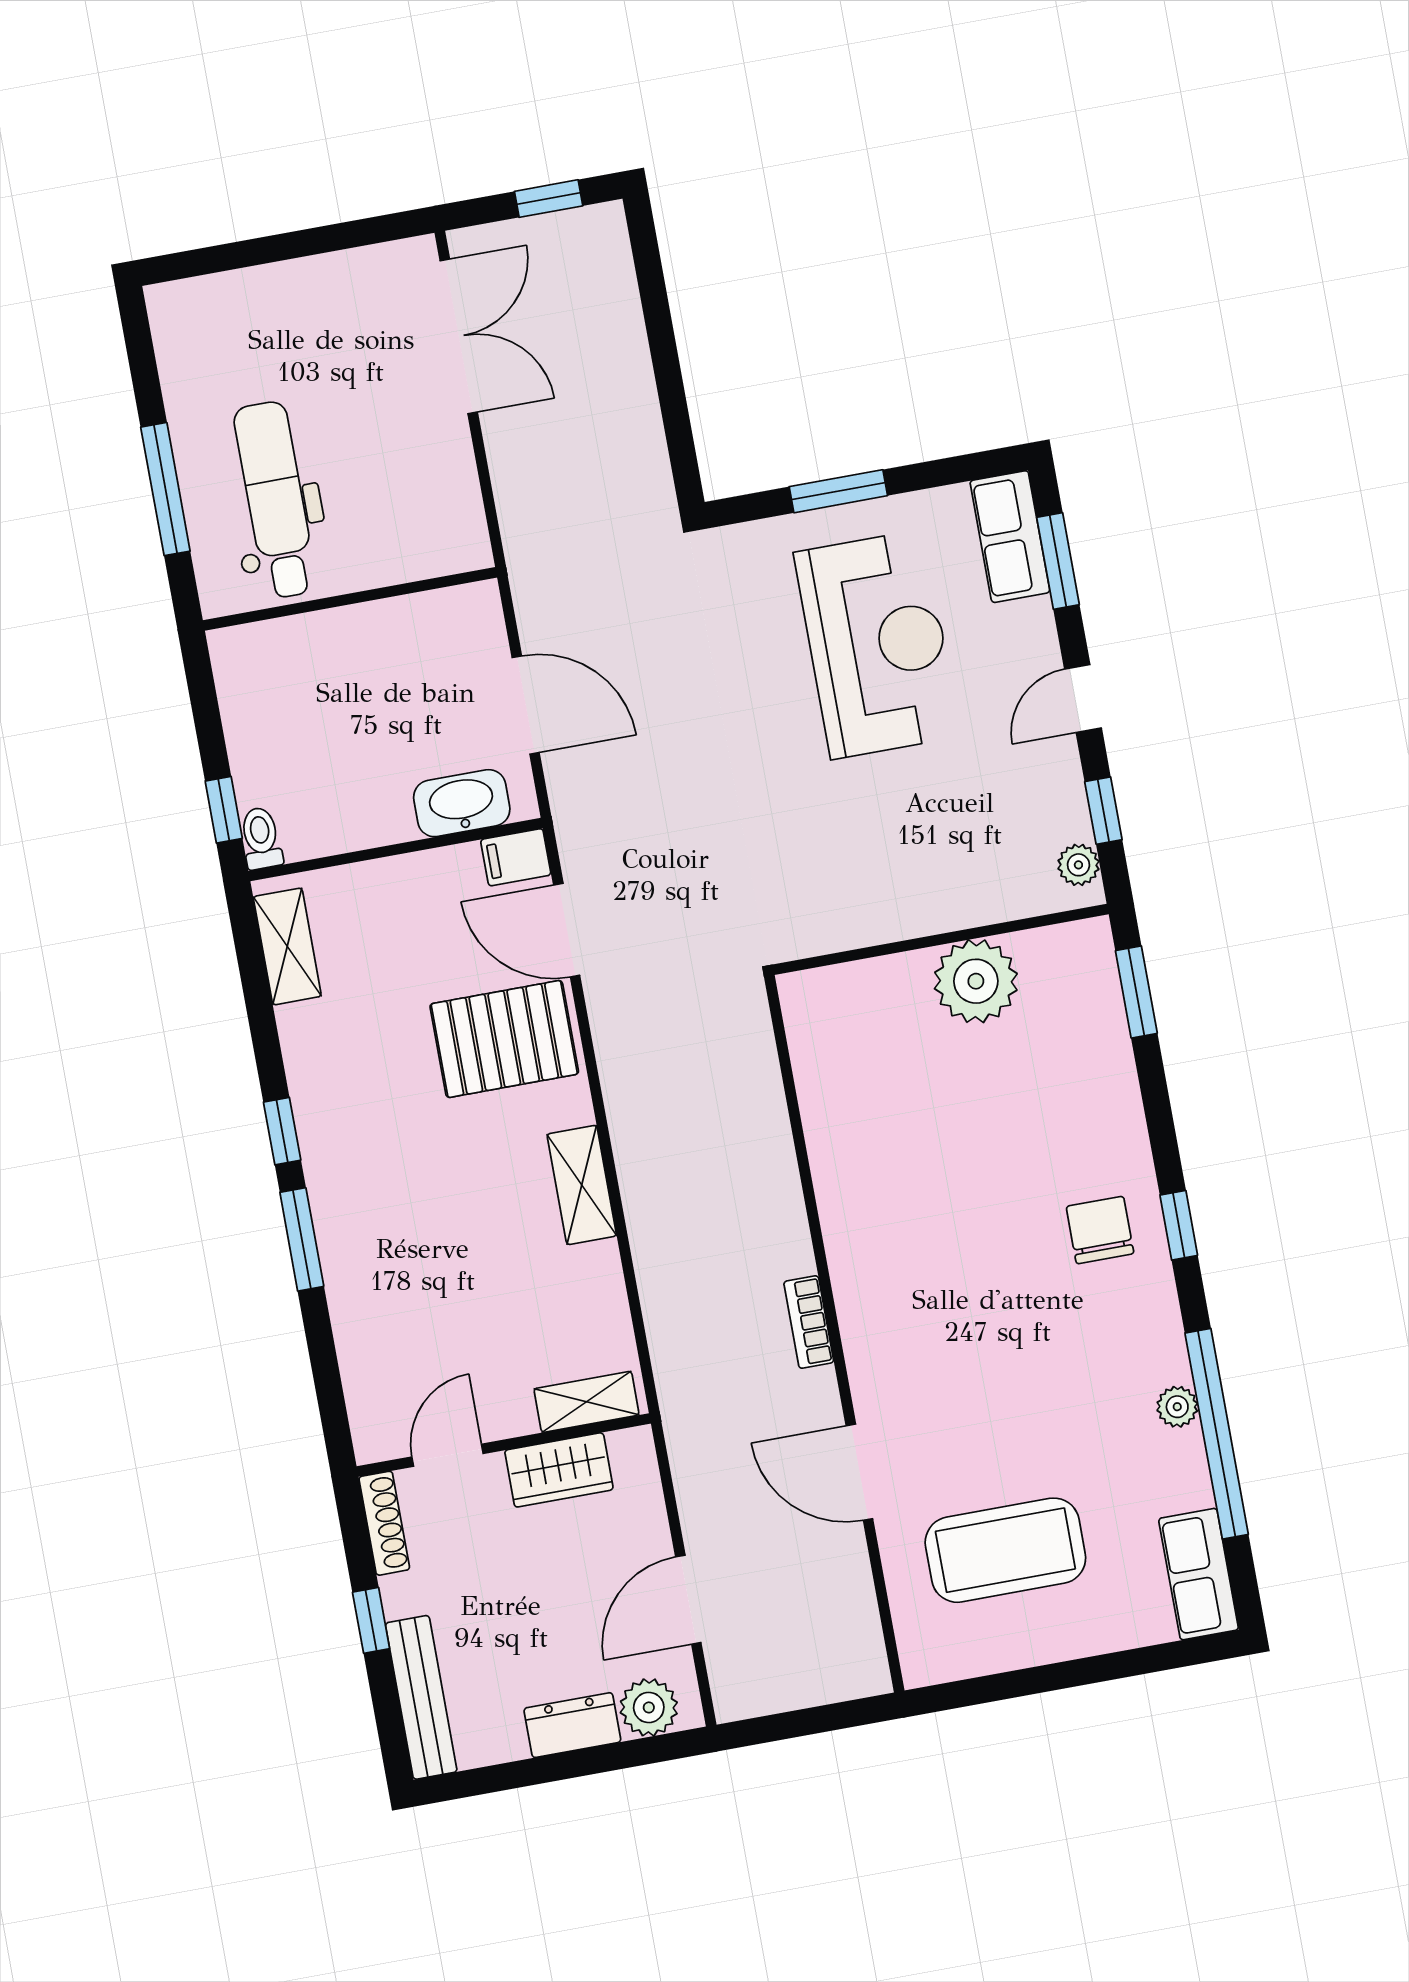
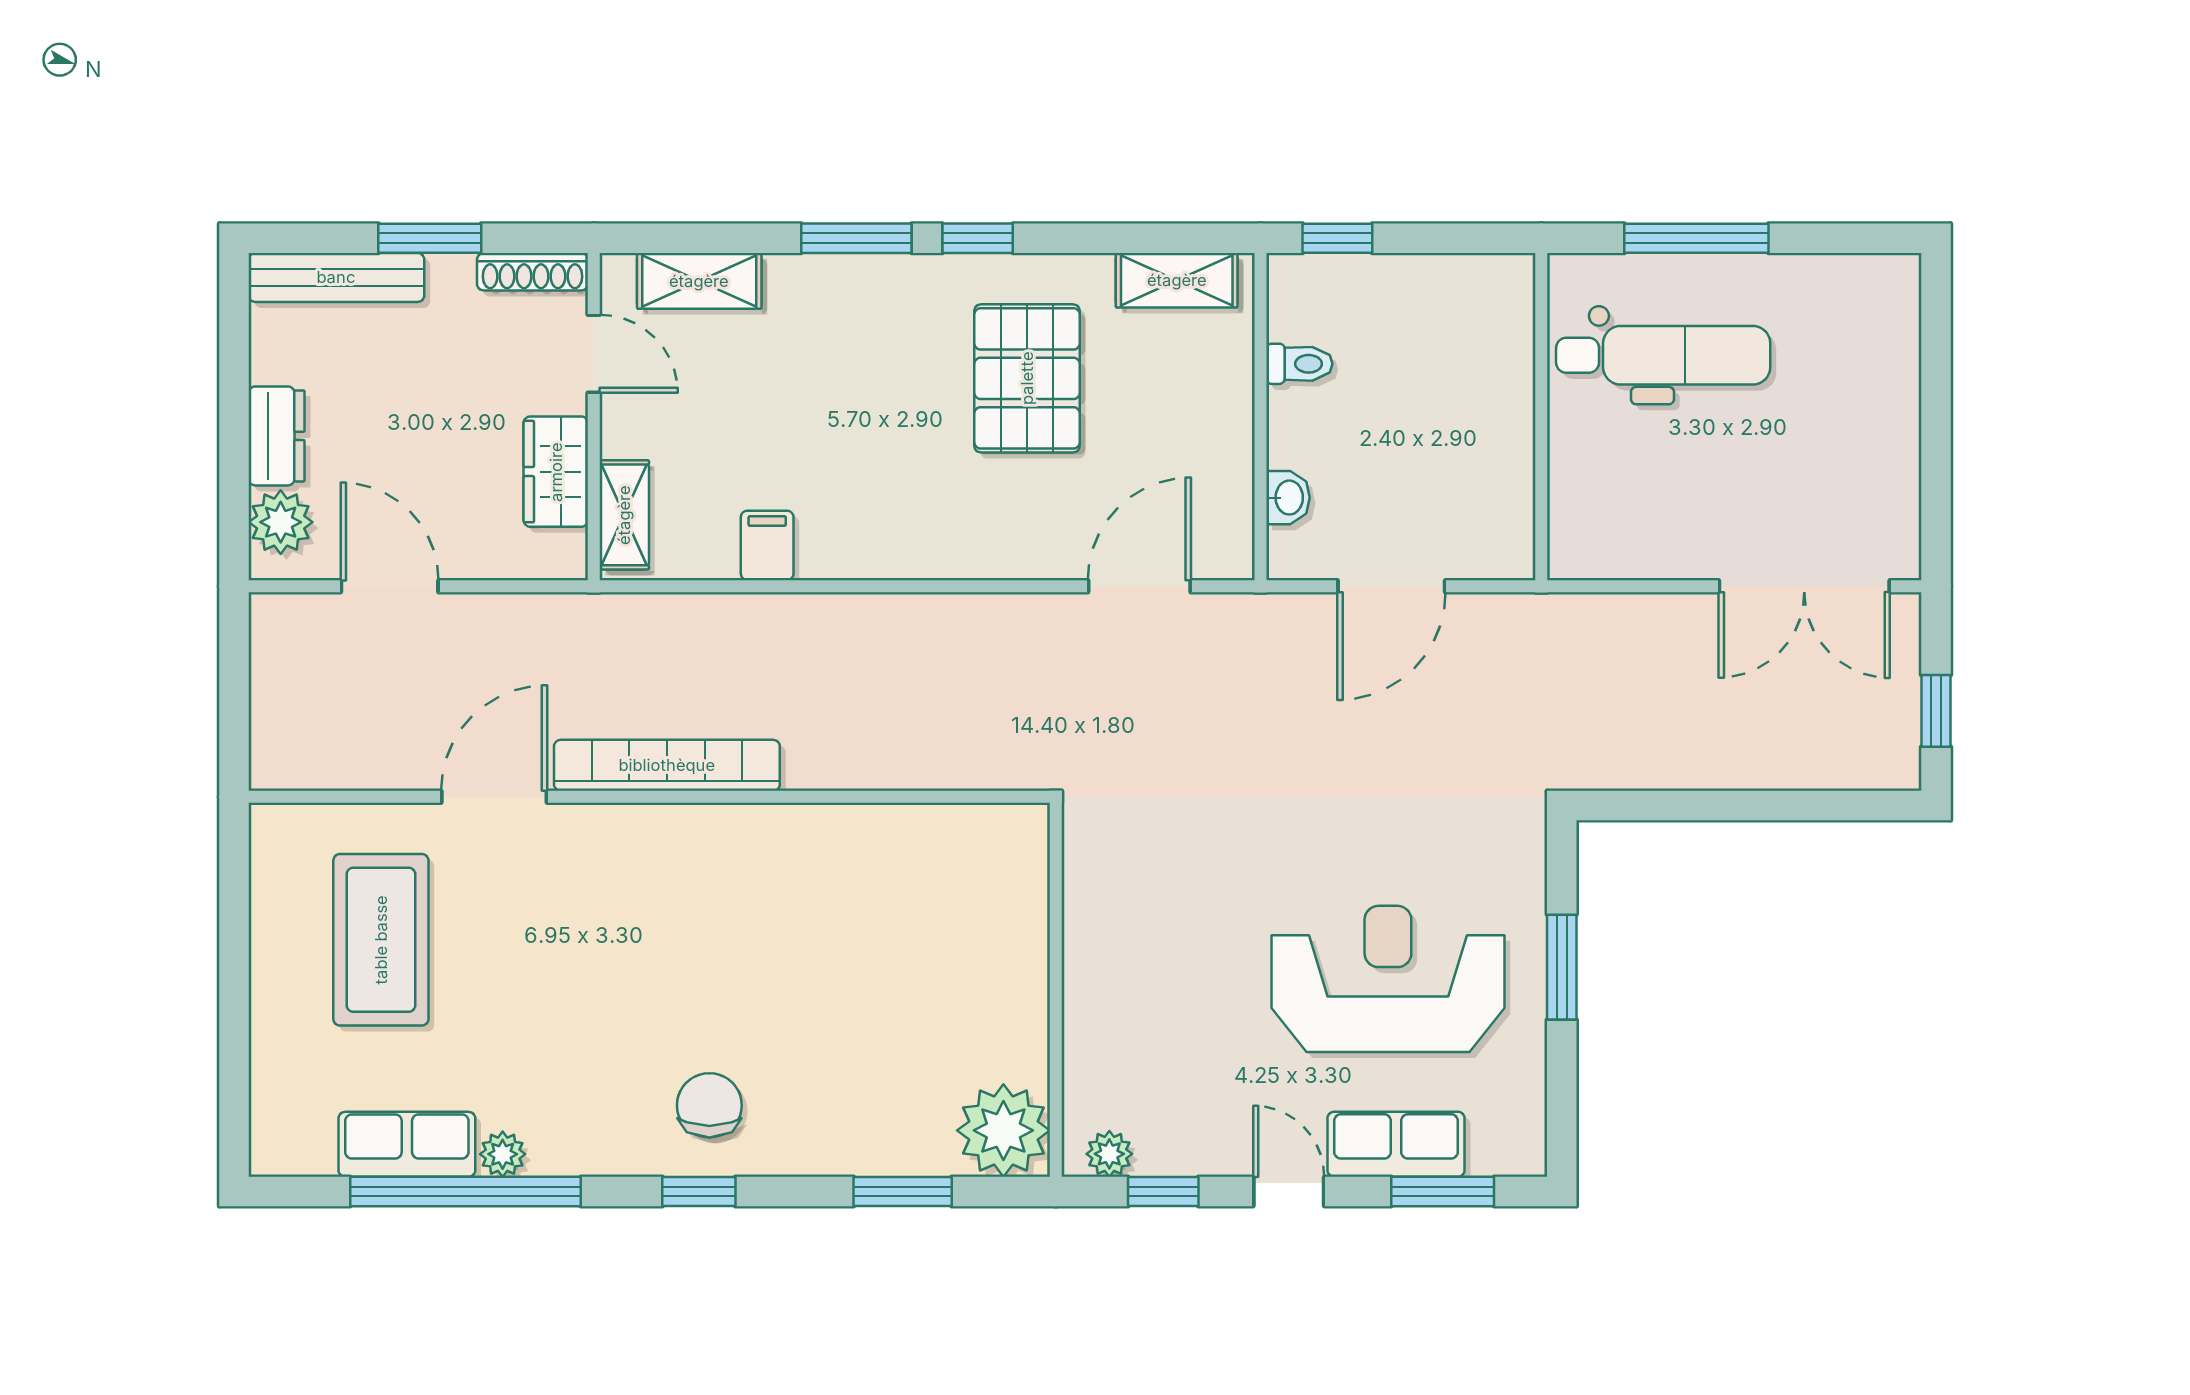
row of seats: (1010, 537) -> (1396, 1144), moved
reception desk: (877, 644) -> (1388, 979), turned 180
washbasin: (462, 803) -> (1288, 498), width x0.52, depth x0.69
toilet: (261, 838) -> (1299, 364), moved
filing cabinet: (516, 857) -> (767, 545), moved
plant: (976, 981) -> (1003, 1130), moved
window: (1136, 992) -> (903, 1192), moved
pallet: (504, 1039) -> (1027, 378), moved
shelving: (582, 1185) -> (699, 281), moved
chair: (1100, 1230) -> (709, 1105), turned -90
bookcase: (809, 1322) -> (667, 765), width x2.31, depth x1.31
row of seats: (1199, 1574) -> (407, 1144), moved
window: (371, 1620) -> (430, 238), width x1.50

